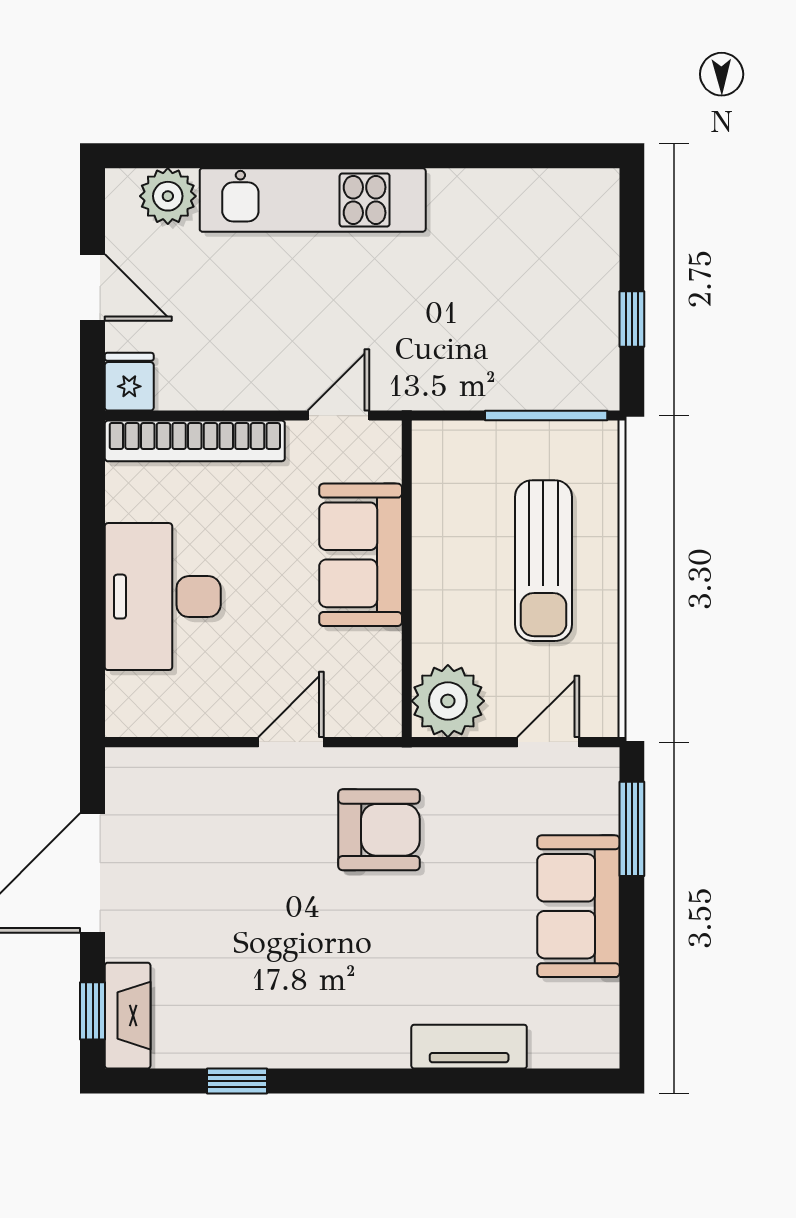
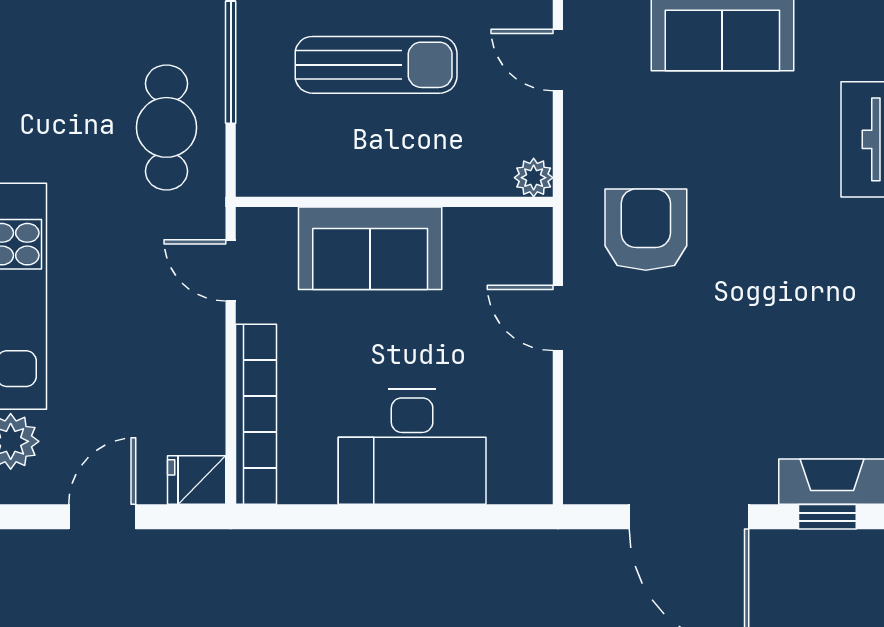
cafe table: (481, 352) -> (167, 127), added
plant: (448, 701) -> (534, 178), width x0.53, depth x0.53

